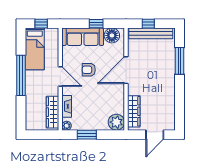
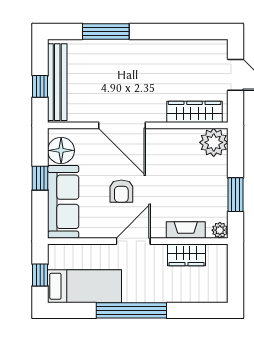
wardrobe: (53, 112) -> (186, 255), width x0.67

